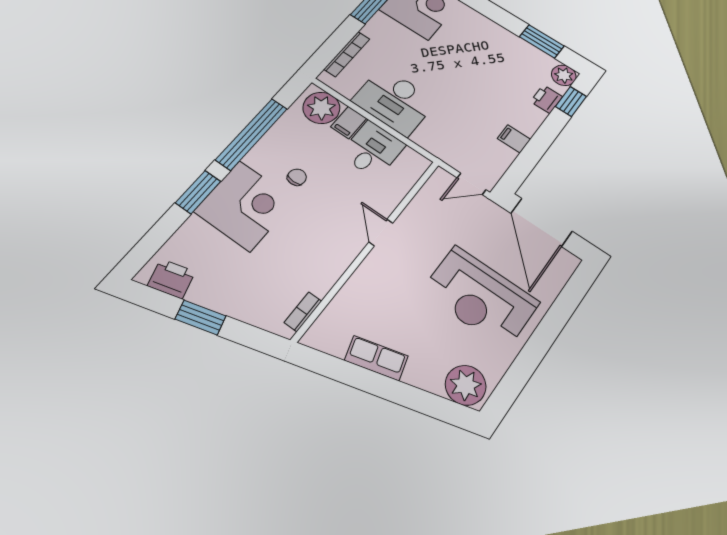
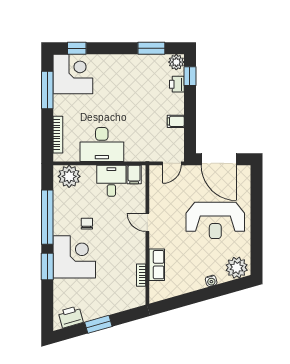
filing cabinet: (349, 122) -> (134, 174), moved
bookcase: (303, 312) -> (141, 275), moved
row of seats: (376, 358) -> (157, 265), moved, turned 106
water cooler: (413, 377) -> (211, 281), added

